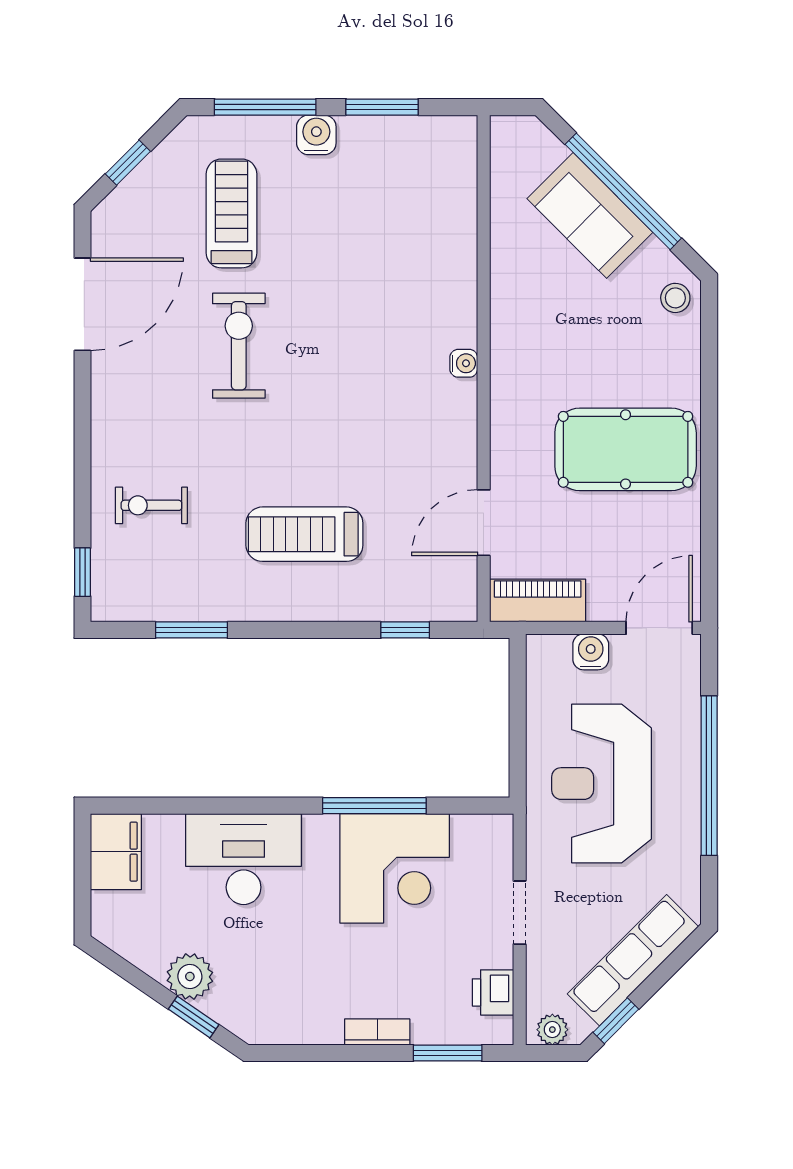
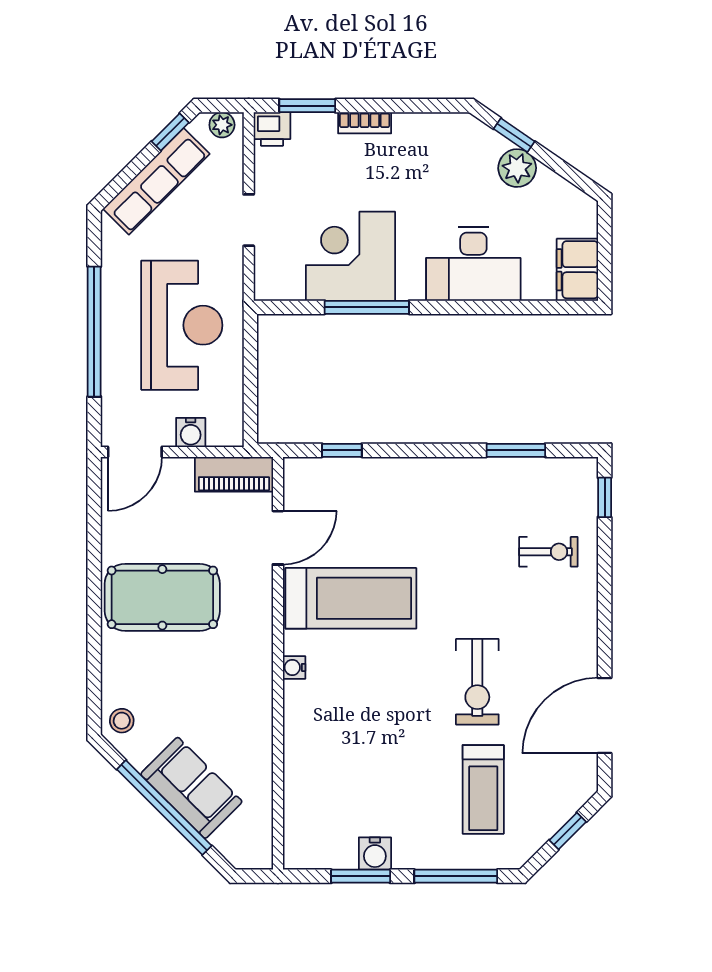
water cooler: (316, 135) -> (375, 853), moved
treadmill: (304, 534) -> (351, 598), moved, width x1.37, depth x1.37
printer: (493, 992) -> (272, 129), moved, turned 90

